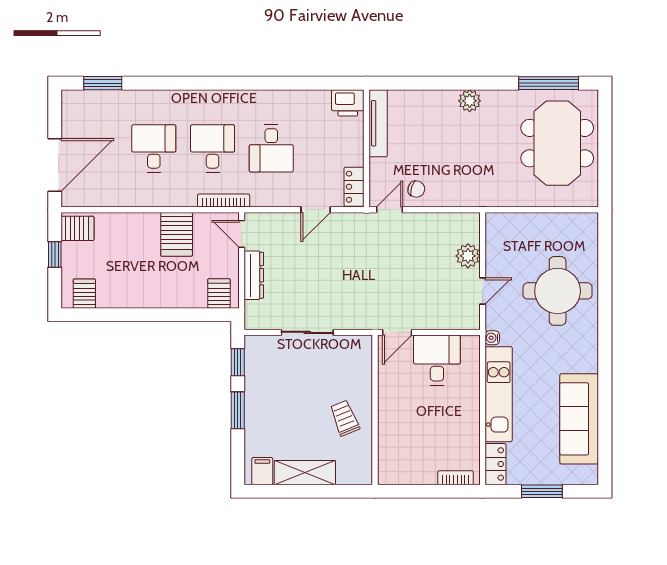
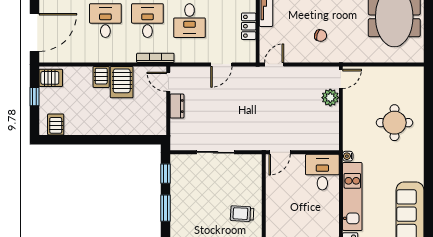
locker: (354, 187) -> (249, 26), moved
chair: (416, 189) -> (321, 36), moved
dresser: (254, 275) -> (177, 106), width x0.70
door: (483, 291) -> (341, 79), moved
round table: (558, 291) -> (394, 123), width x0.73, depth x0.73
server rack: (219, 293) -> (101, 77), moved, turned 180
desk: (437, 360) -> (322, 172), moved
trolley: (345, 418) -> (242, 214), turned -65

